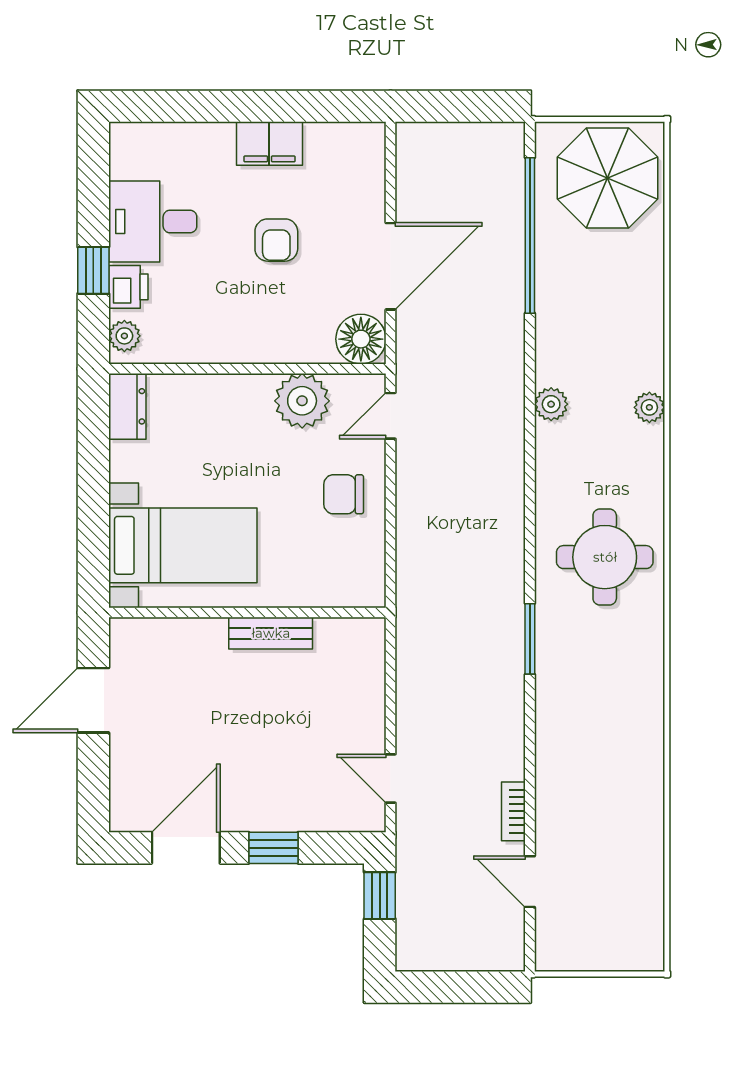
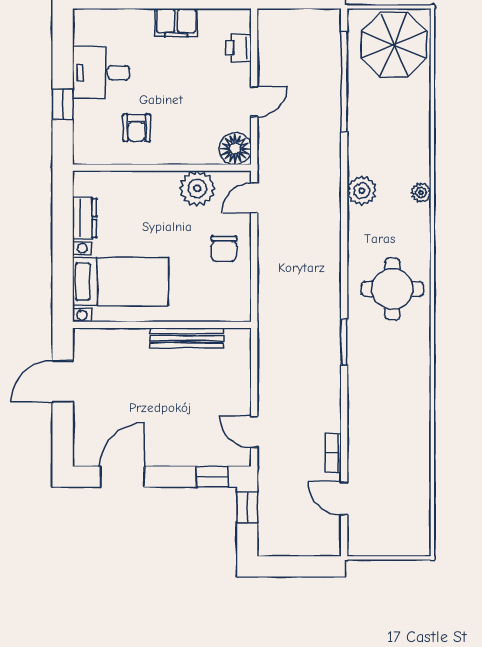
armchair: (276, 240) -> (137, 128), moved
door: (391, 266) -> (254, 102), width x0.53
printer: (128, 287) -> (239, 48), moved, turned 180
plant: (124, 336) -> (83, 147), removed
plant: (551, 404) -> (362, 191), width x1.38, depth x1.38
dresser: (127, 406) -> (85, 218), moved
chair: (344, 494) -> (224, 249), turned -90
bench: (271, 633) -> (187, 338), width x1.36
window: (273, 848) -> (212, 477), moved

